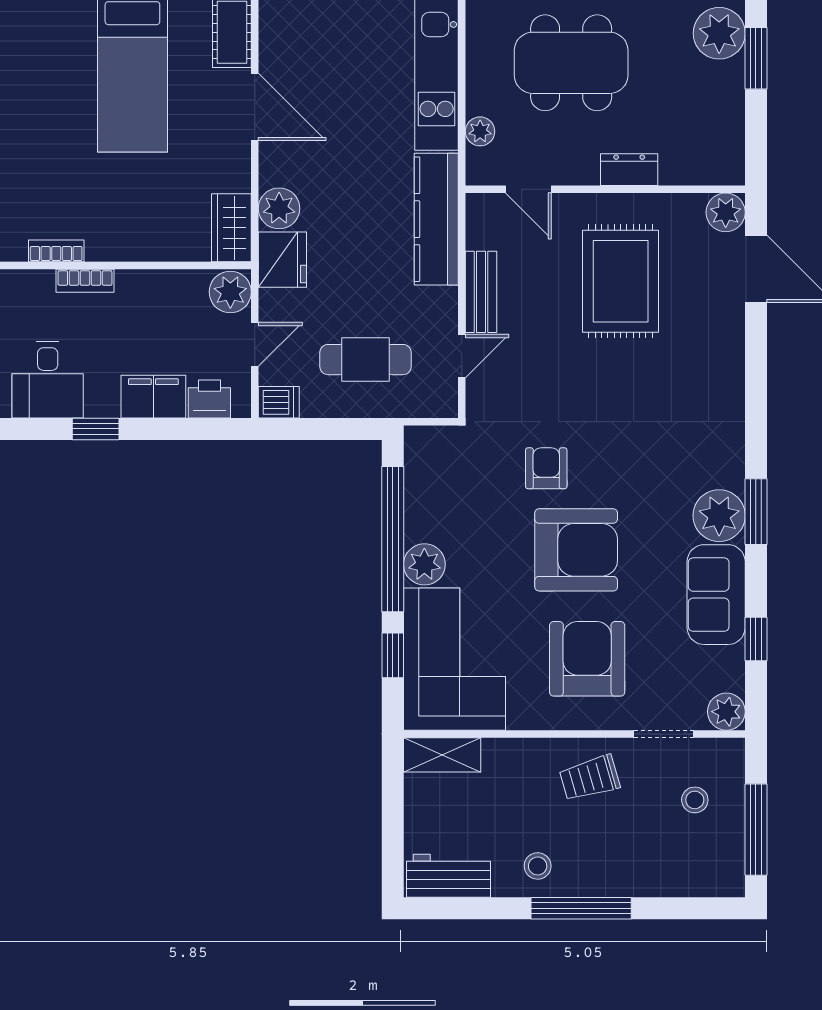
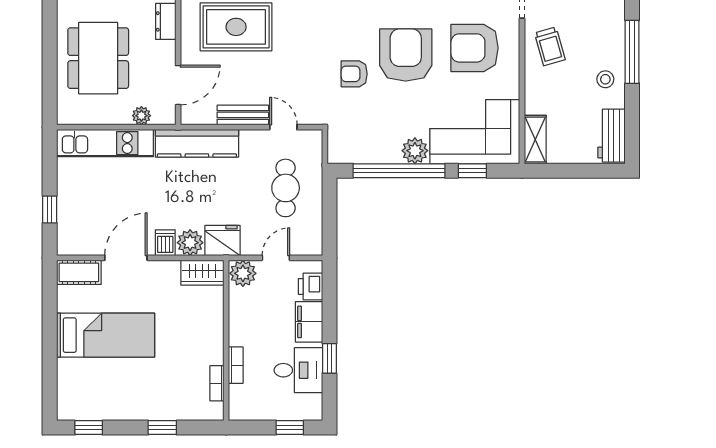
door: (528, 189) -> (178, 85), width x1.38
door: (255, 344) -> (276, 258), hinge flipped
desk: (48, 380) -> (298, 370), moved
dishwasher: (279, 402) -> (165, 243), moved

